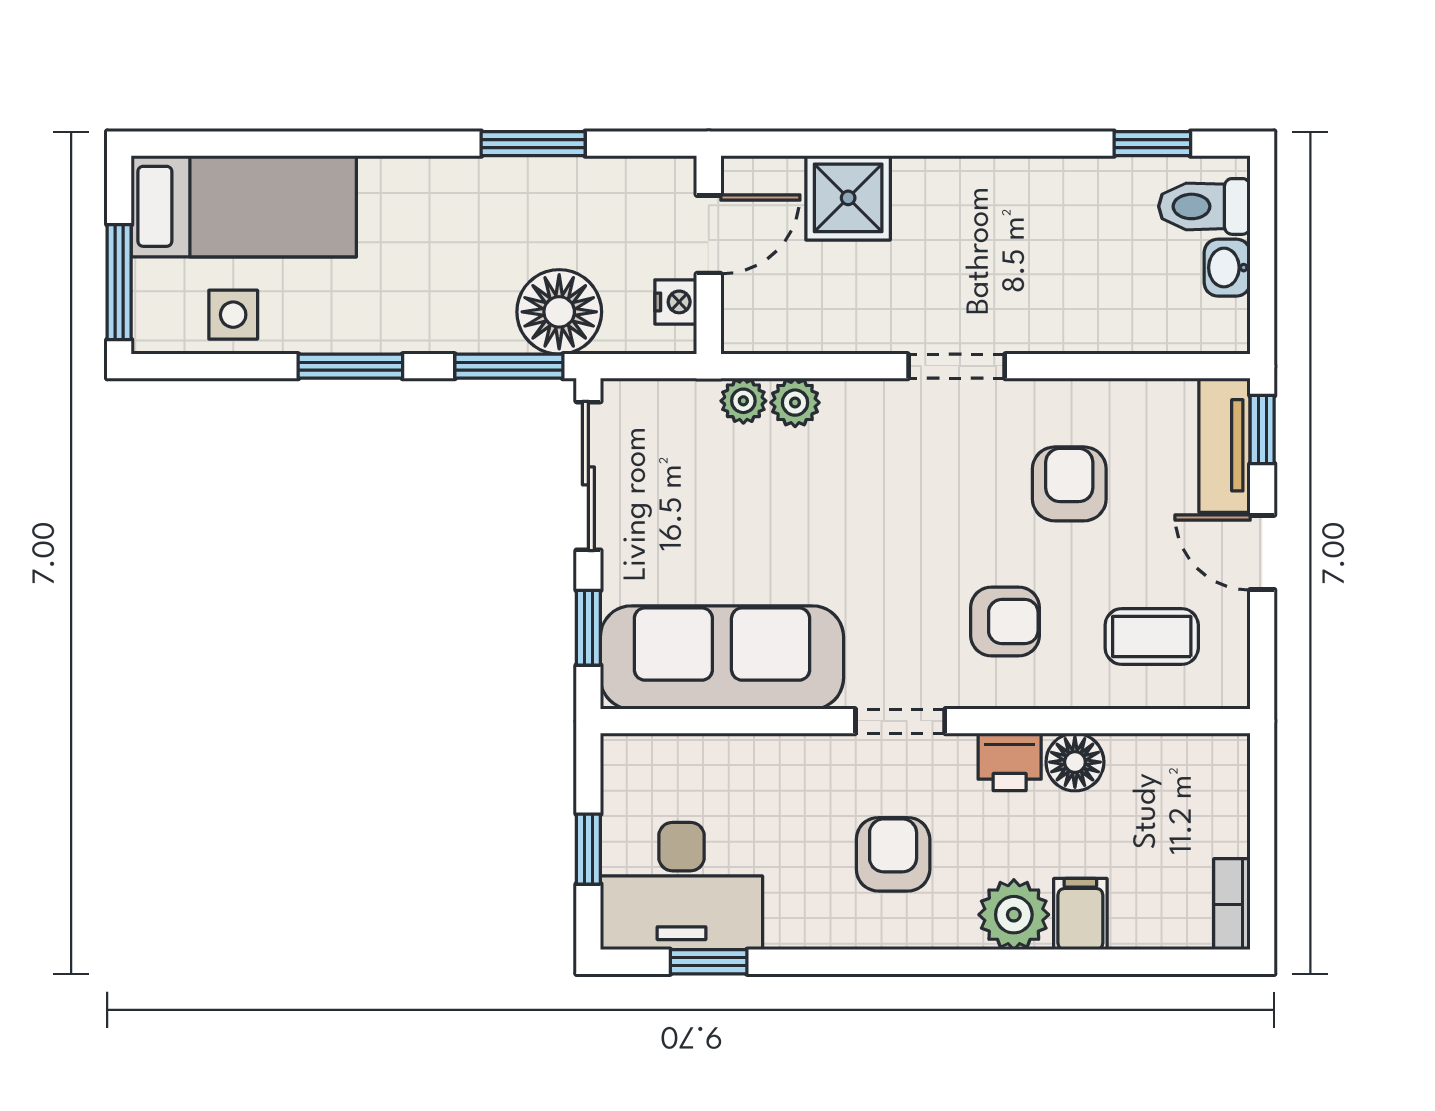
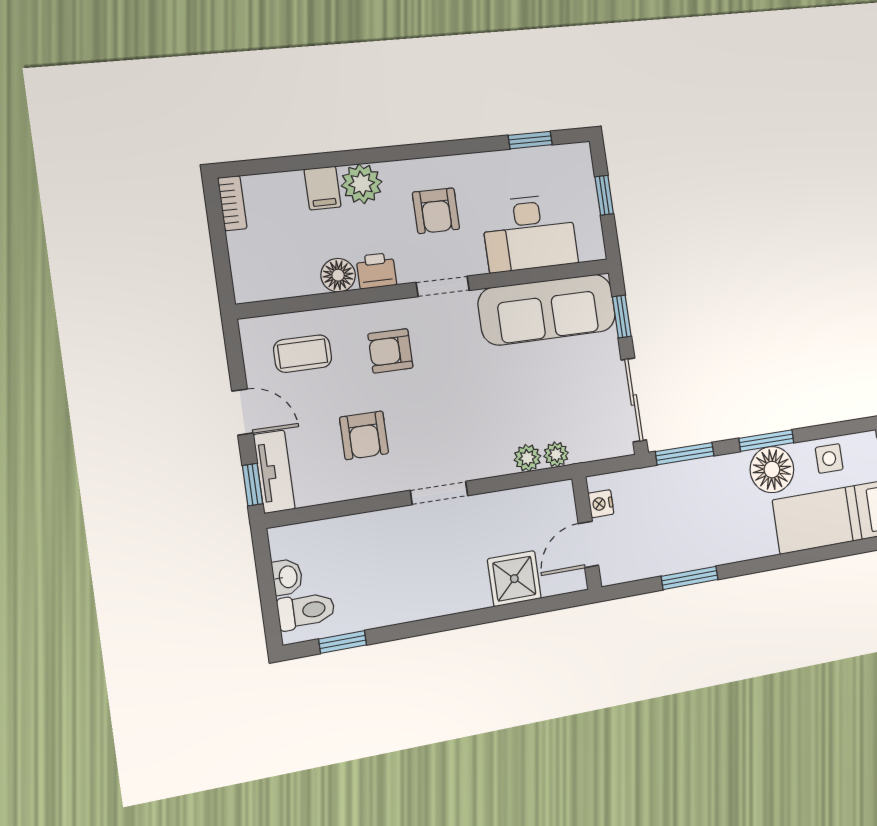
floor lamp: (559, 312) -> (772, 470), moved
desk: (681, 886) -> (530, 233), moved, turned 180

